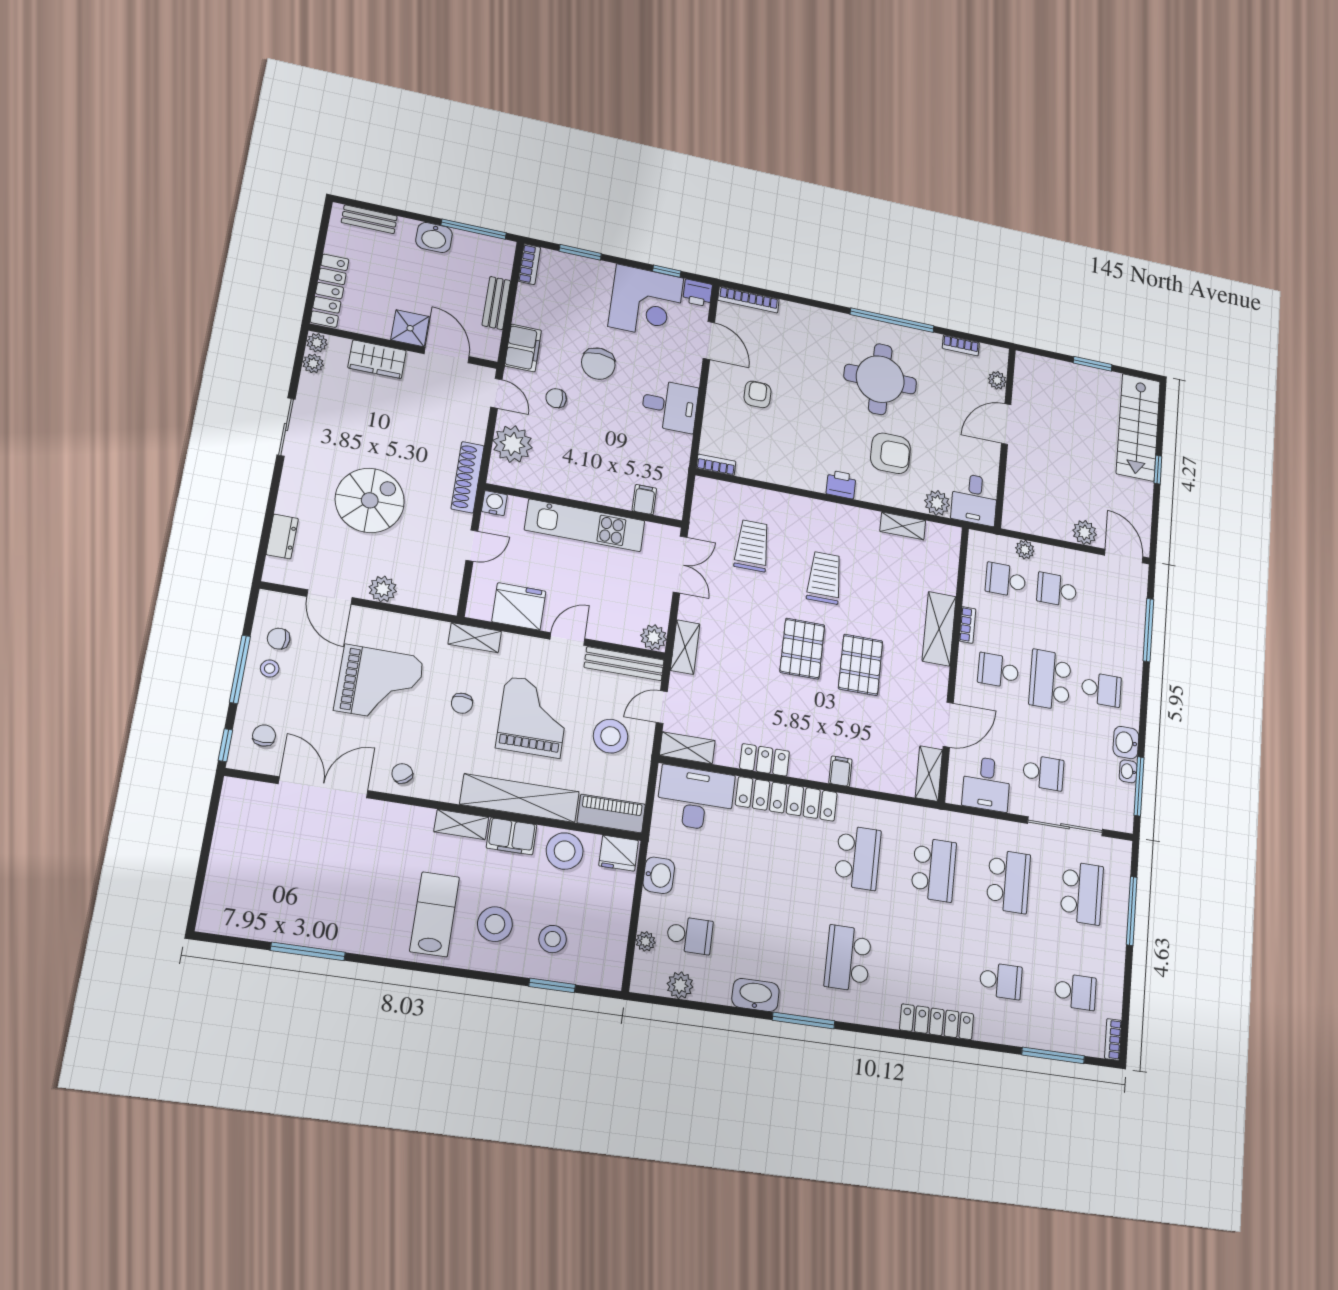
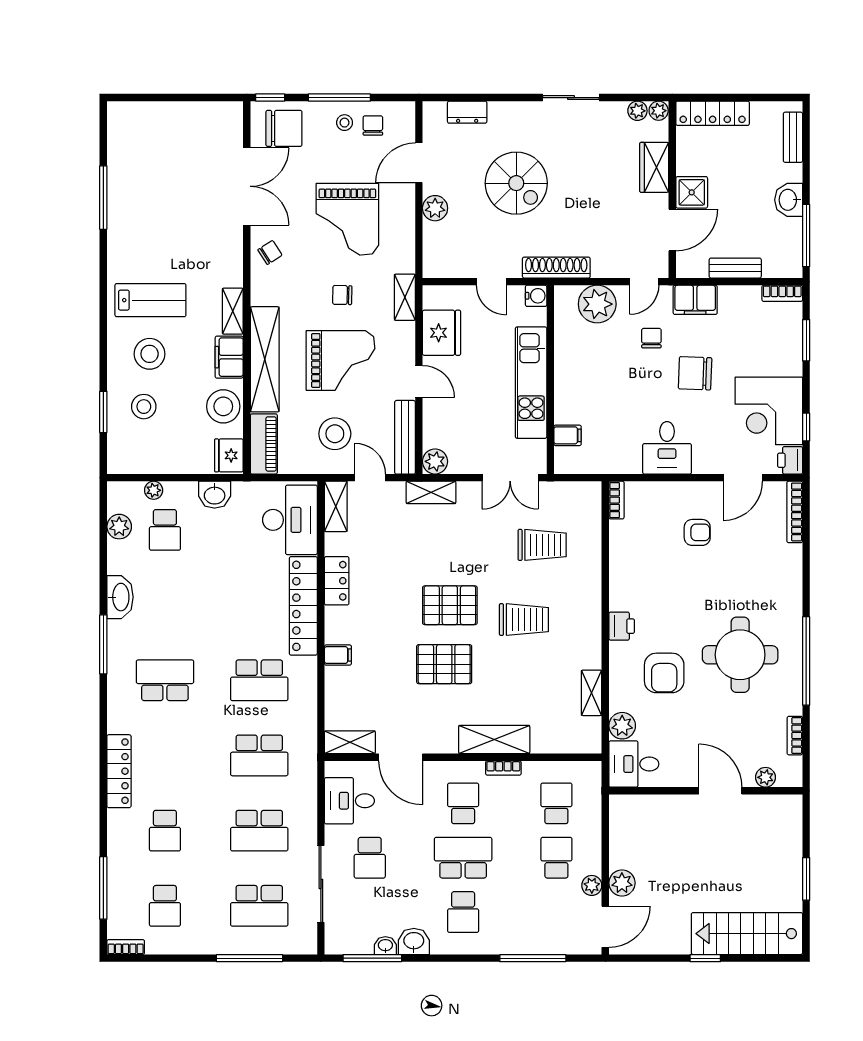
plant: (1025, 550) -> (592, 885), moved
chair: (264, 736) -> (284, 128), width x1.87, depth x1.87

